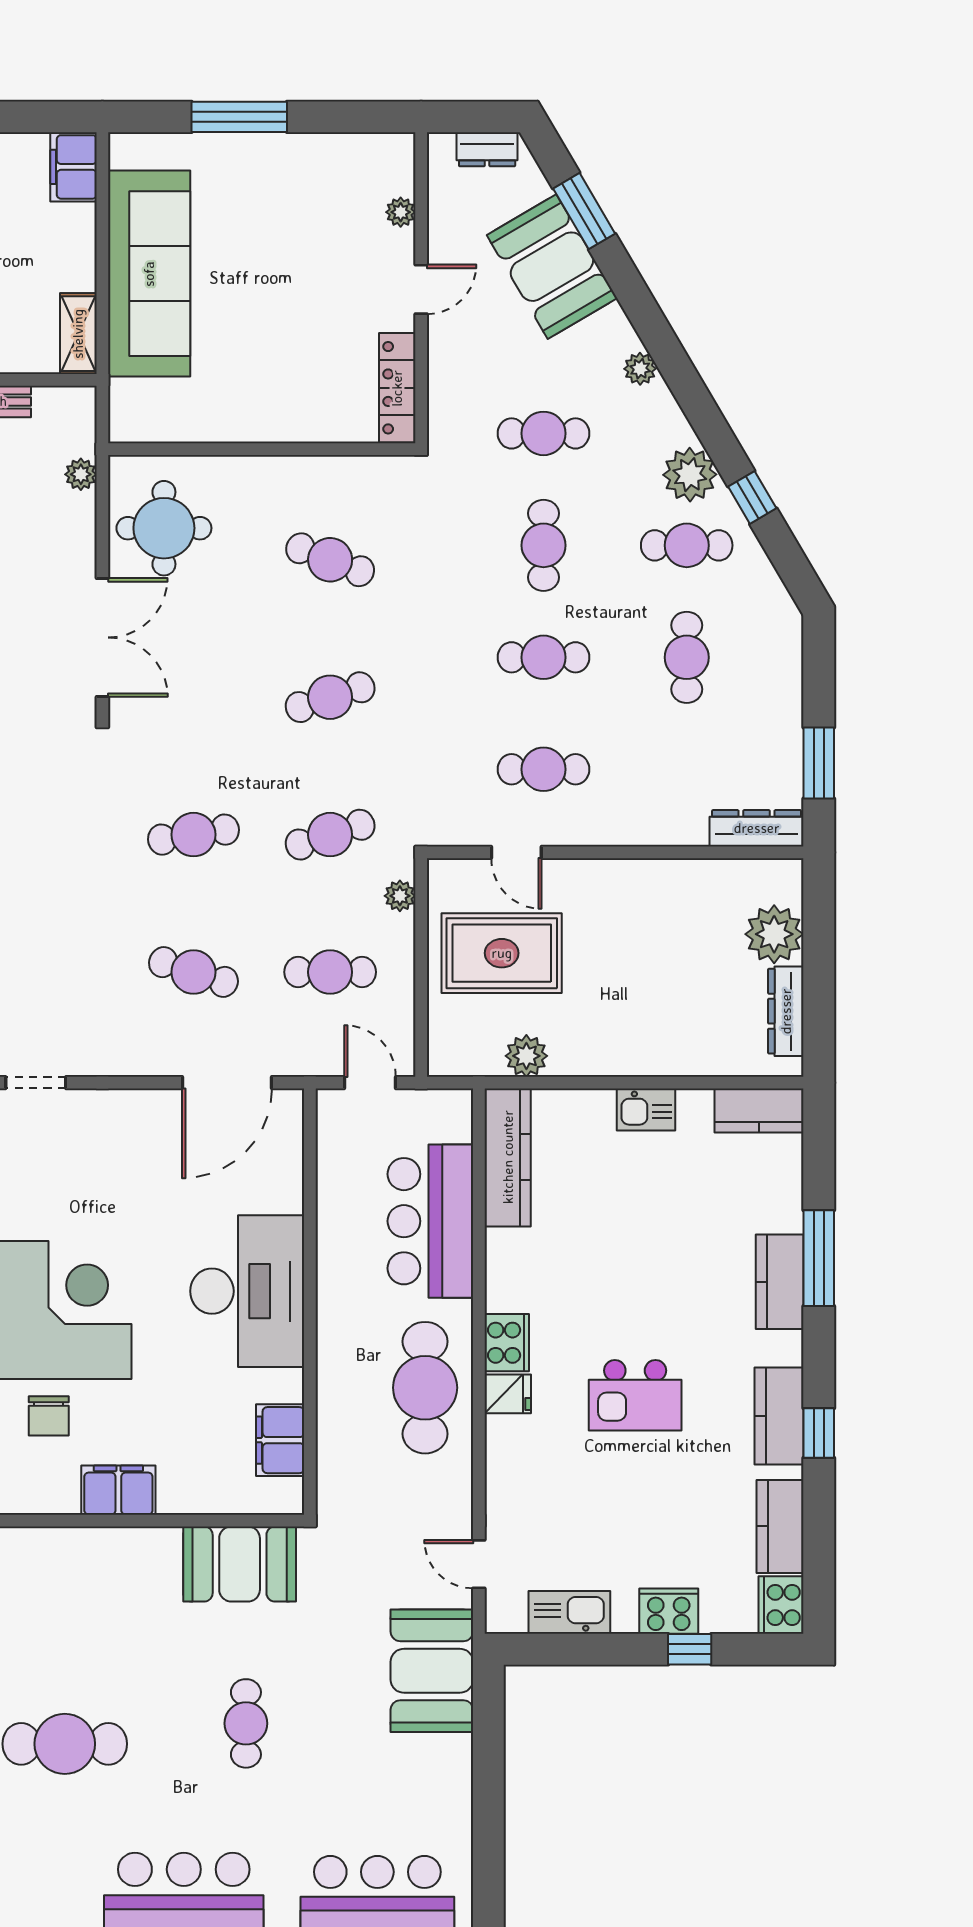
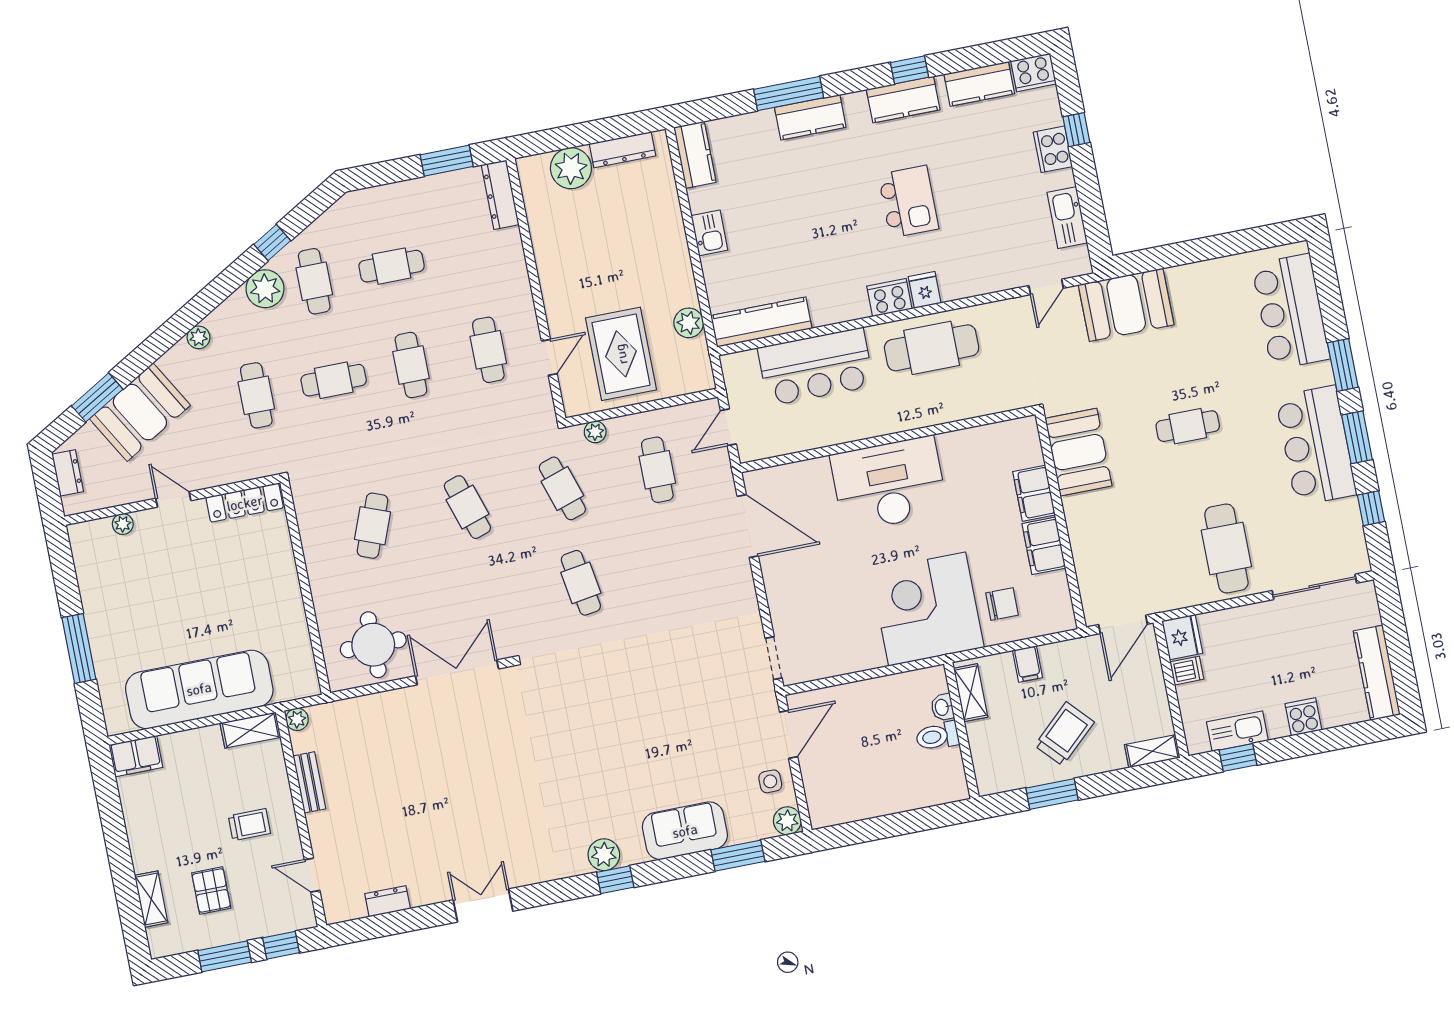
plant: (81, 474) -> (297, 719), moved
cafe table: (193, 972) -> (676, 564), removed
filing cabinet: (280, 1440) -> (1034, 493), moved, turned 90

